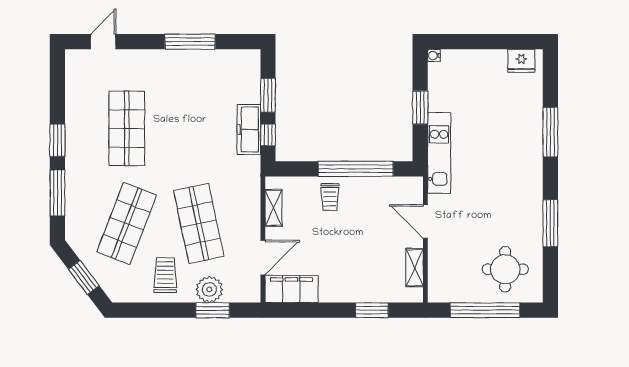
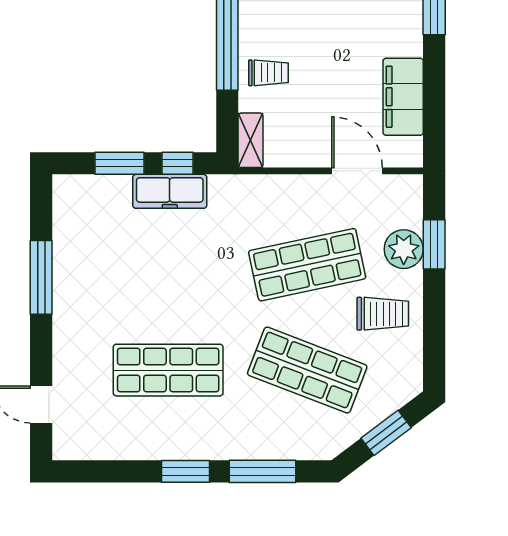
shelving: (273, 208) -> (251, 140), moved, turned 90
trolley: (165, 275) -> (383, 314), turned 180
filing cabinet: (291, 289) -> (403, 97), moved

